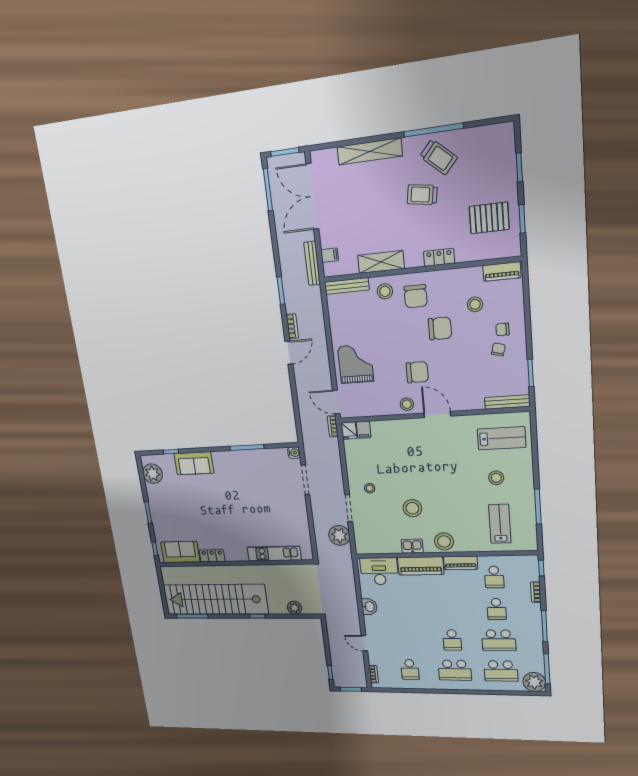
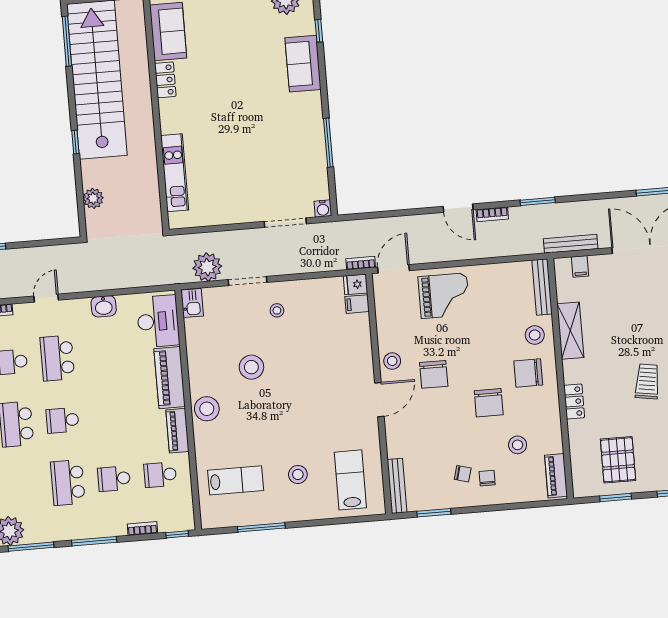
lab bench: (502, 438) -> (350, 480), turned 180
kitchen sink: (412, 546) -> (192, 303), moved
school desk: (501, 671) -> (57, 358), moved

